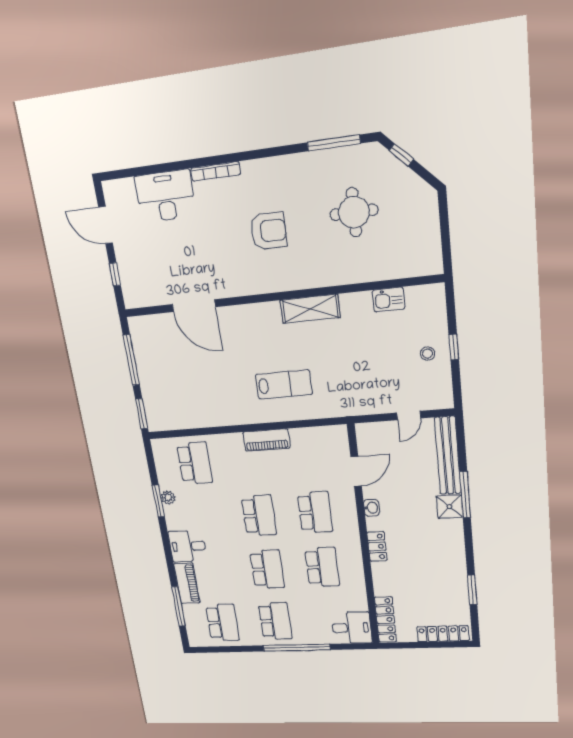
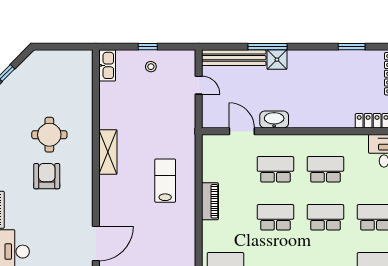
round table: (354, 212) -> (49, 135), moved
kitchen sink: (389, 300) -> (107, 65), moved, width x1.38
washbasin: (371, 508) -> (274, 120), width x1.91, depth x1.45
locker: (377, 546) -> (309, 121), removed

